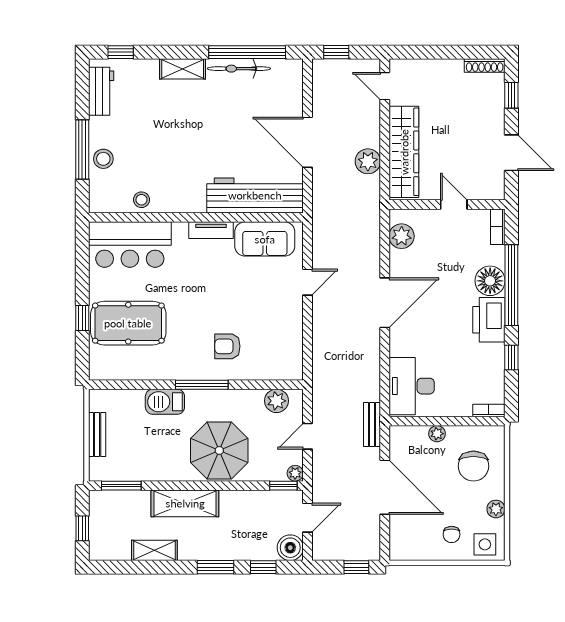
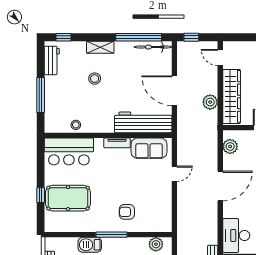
bicycle: (239, 69) -> (153, 47), moved
stool: (103, 159) -> (95, 79), moved

